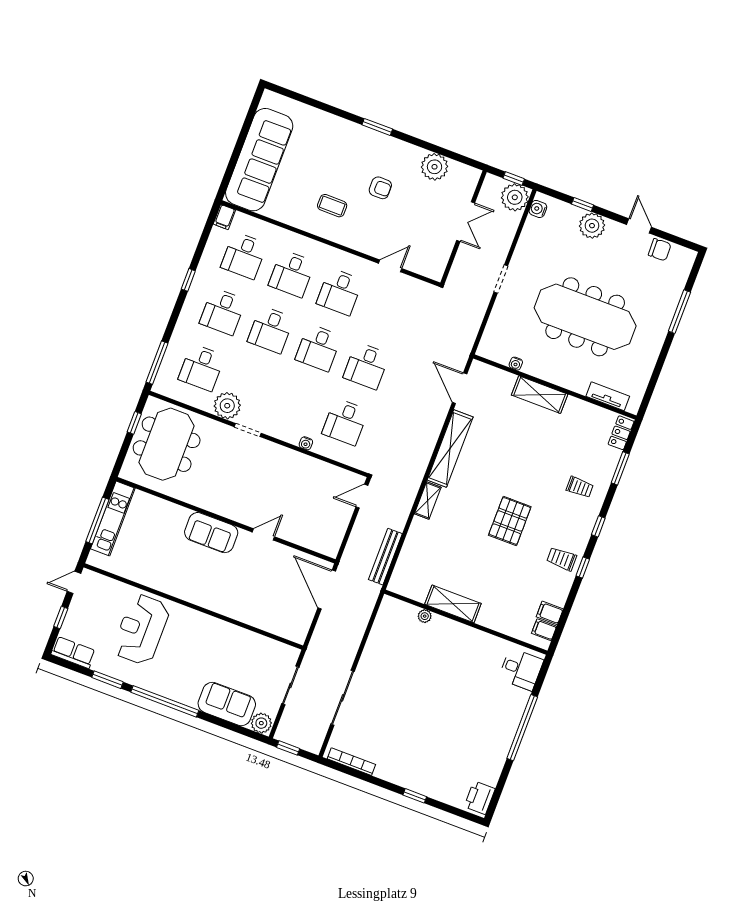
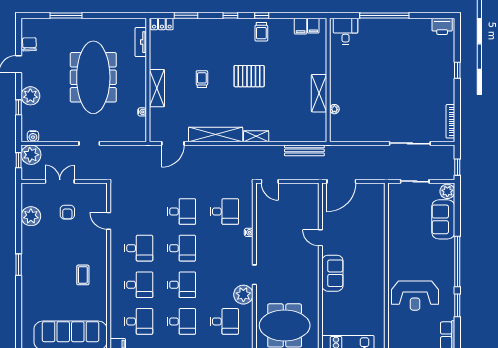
armchair: (380, 188) -> (67, 212), moved, turned 180
trolley: (580, 487) -> (202, 79), moved

